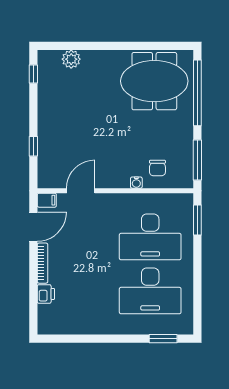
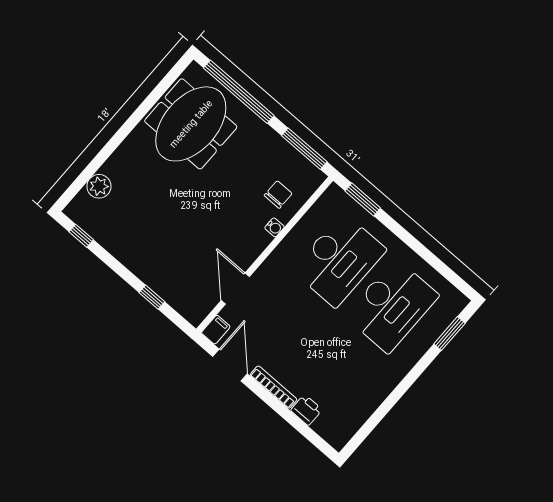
chair: (157, 168) -> (278, 194), turned -90

